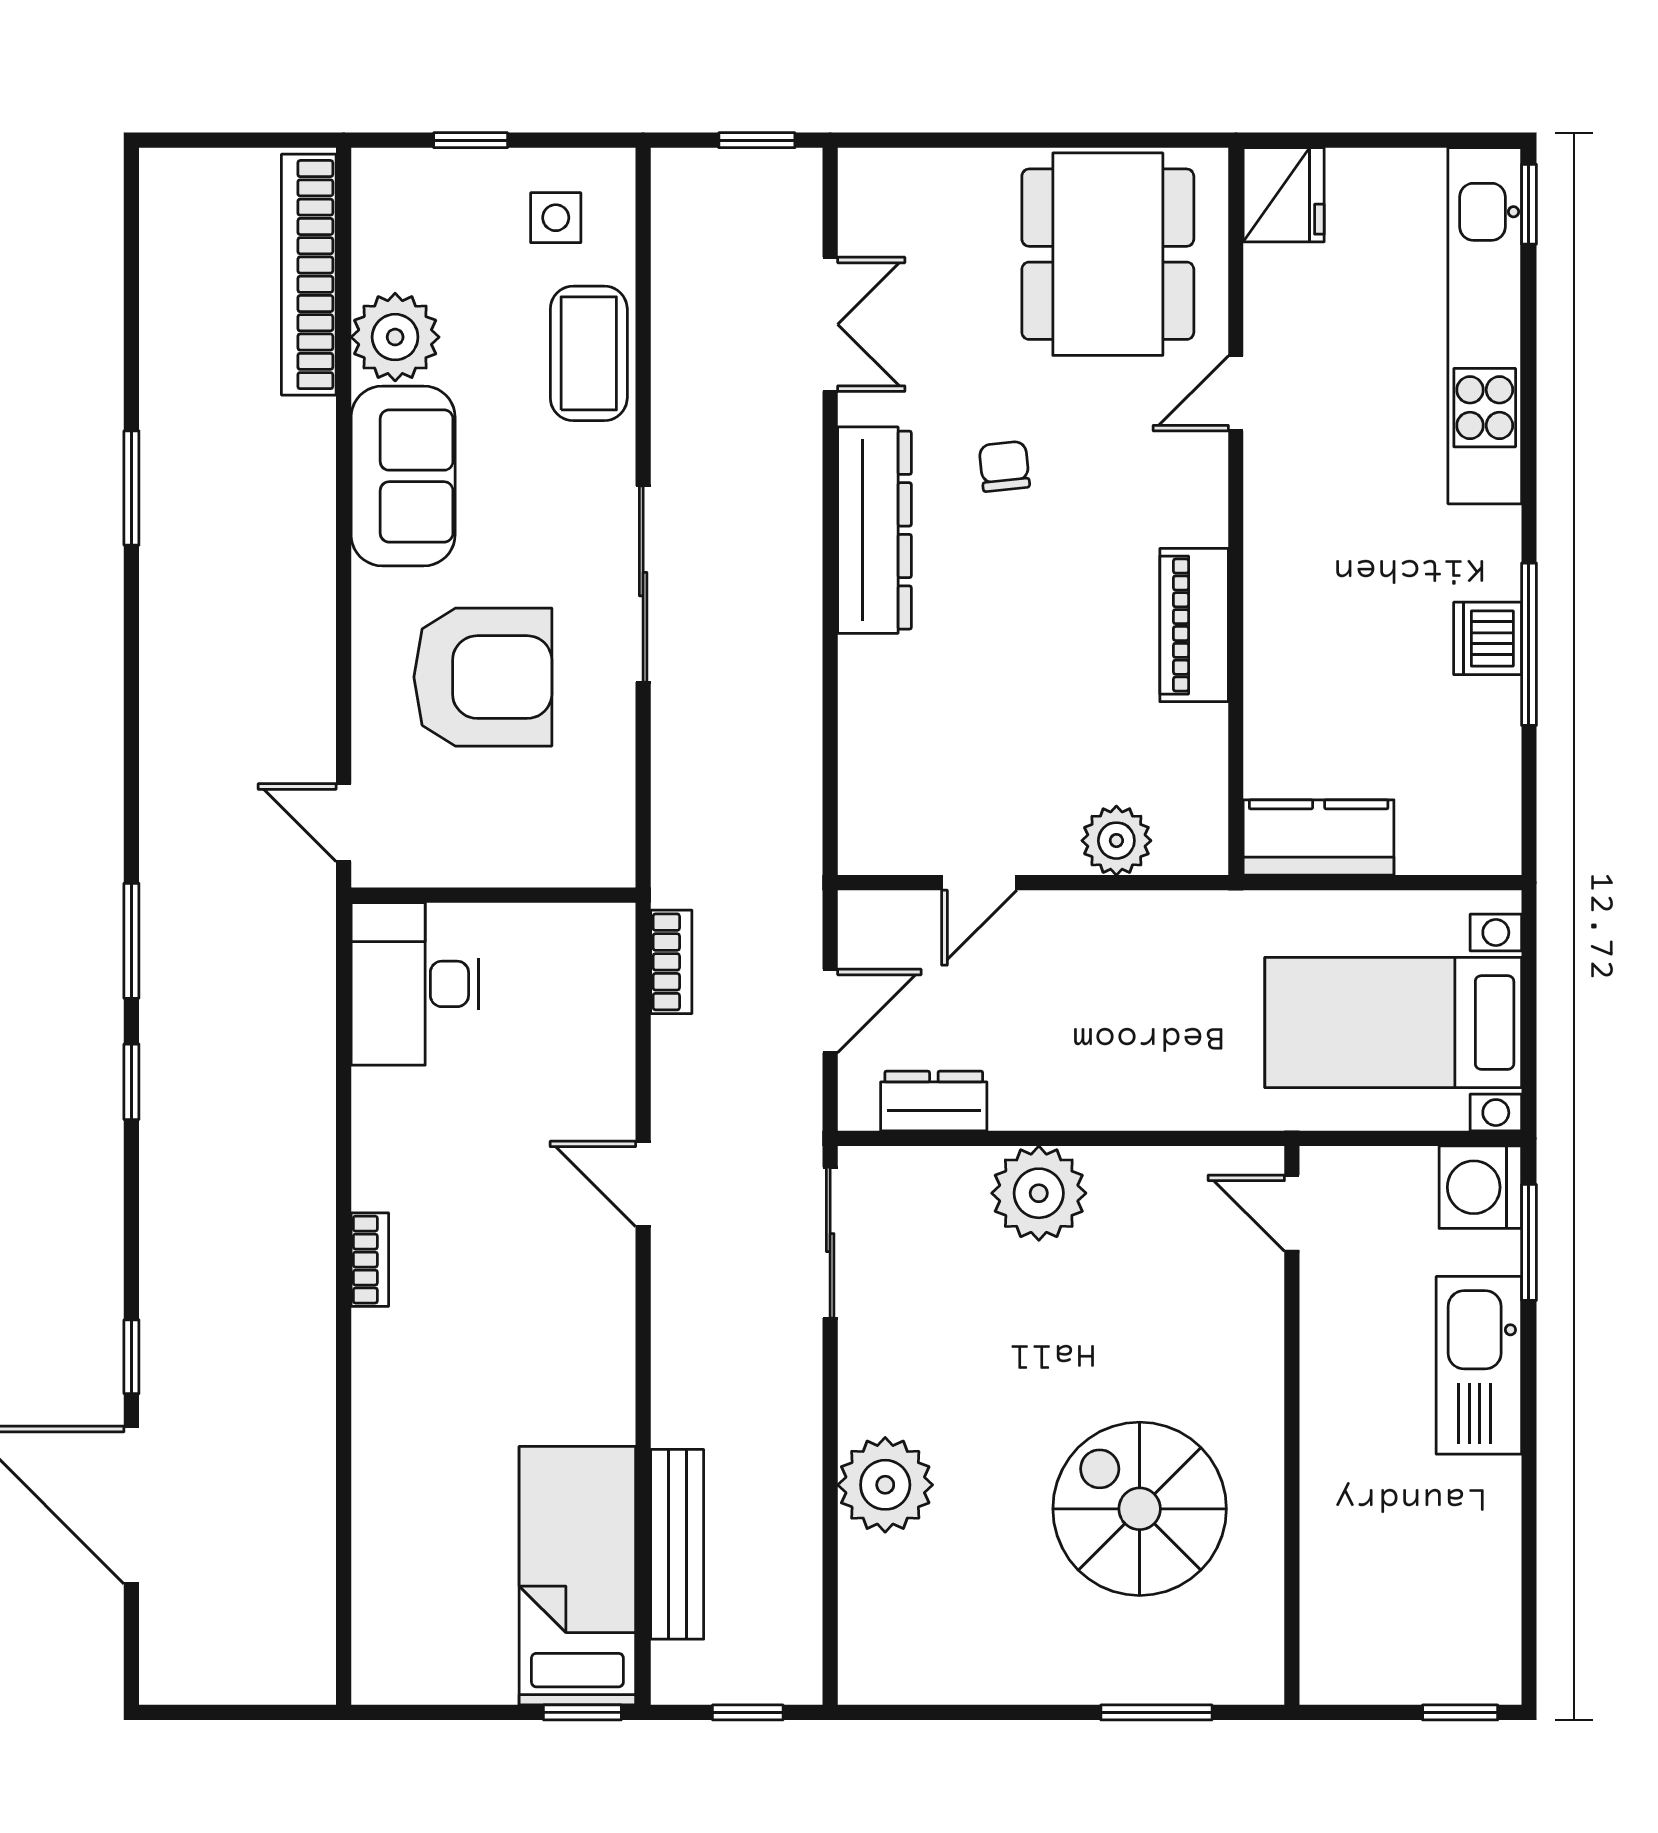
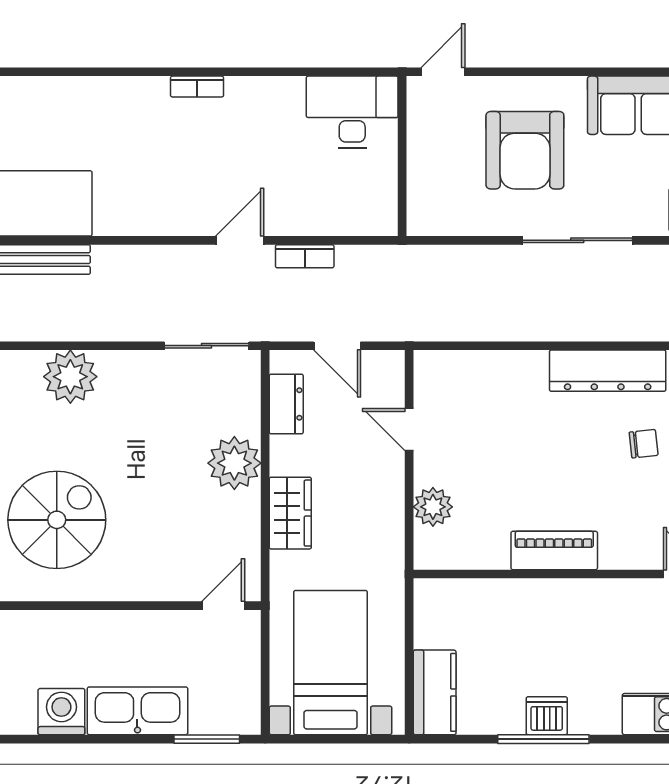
kitchen counter: (1319, 837) -> (435, 692), moved
bookcase: (671, 962) -> (305, 256), moved
wardrobe: (1128, 1094) -> (290, 513), added
washing machine: (1480, 1187) -> (61, 712), moved

